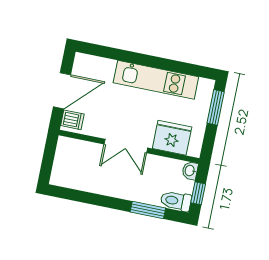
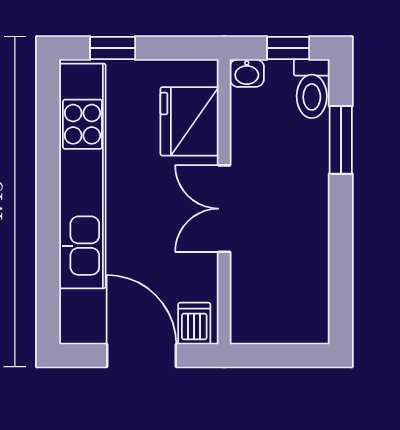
kitchen unit: (156, 80) -> (82, 176), width x1.36
window: (216, 107) -> (113, 48), width x0.67
double door: (126, 146) -> (224, 209), swing flipped

